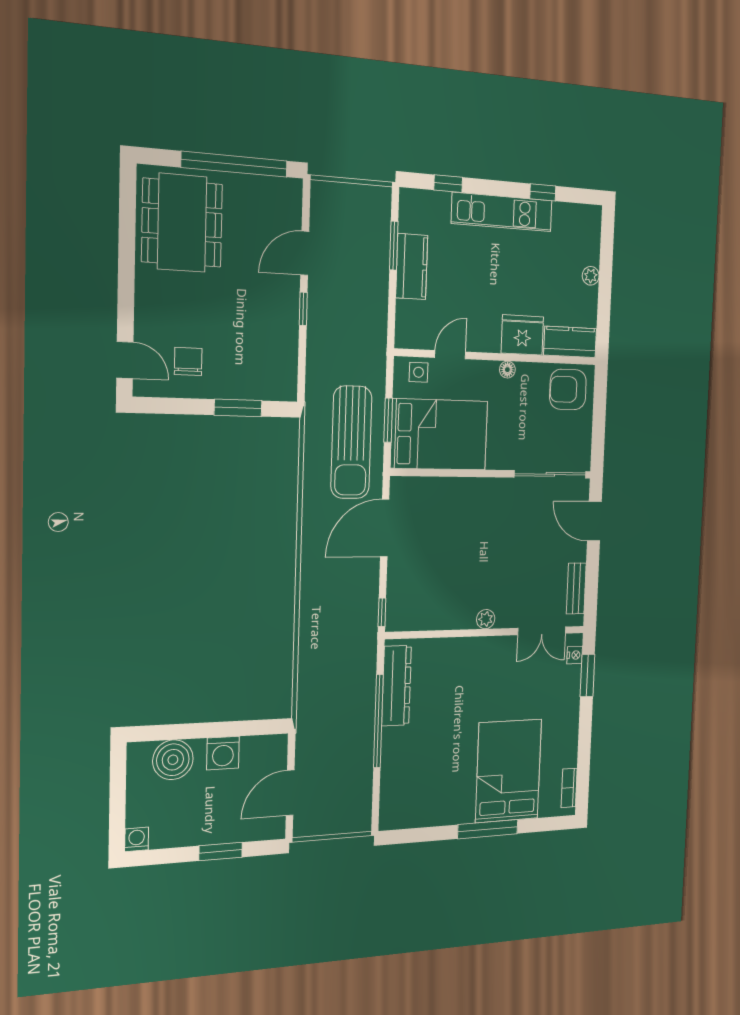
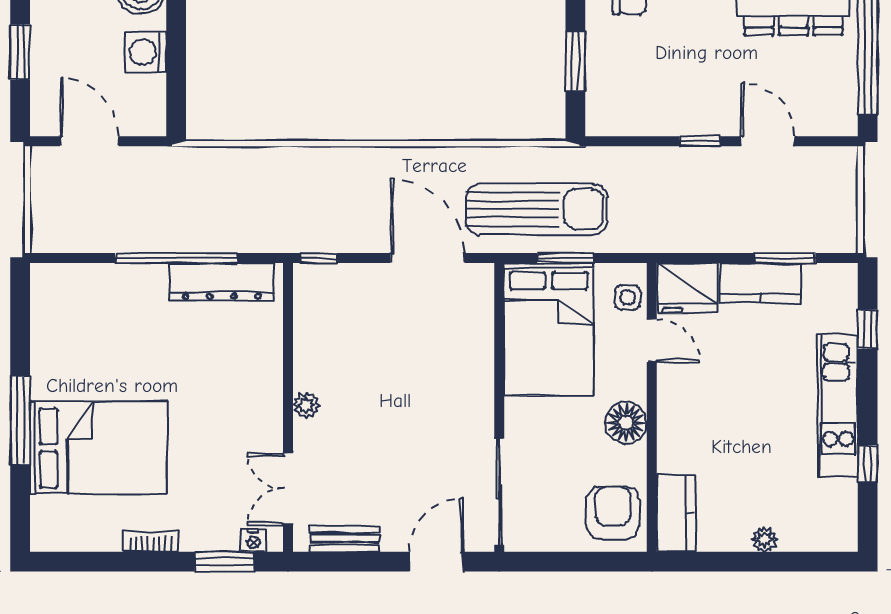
fridge: (522, 335) -> (688, 288), moved, turned 90
floor lamp: (507, 370) -> (626, 423), width x1.89, depth x1.89
sun lounger: (351, 442) -> (536, 209), turned 180
bookcase: (569, 788) -> (150, 541), moved

